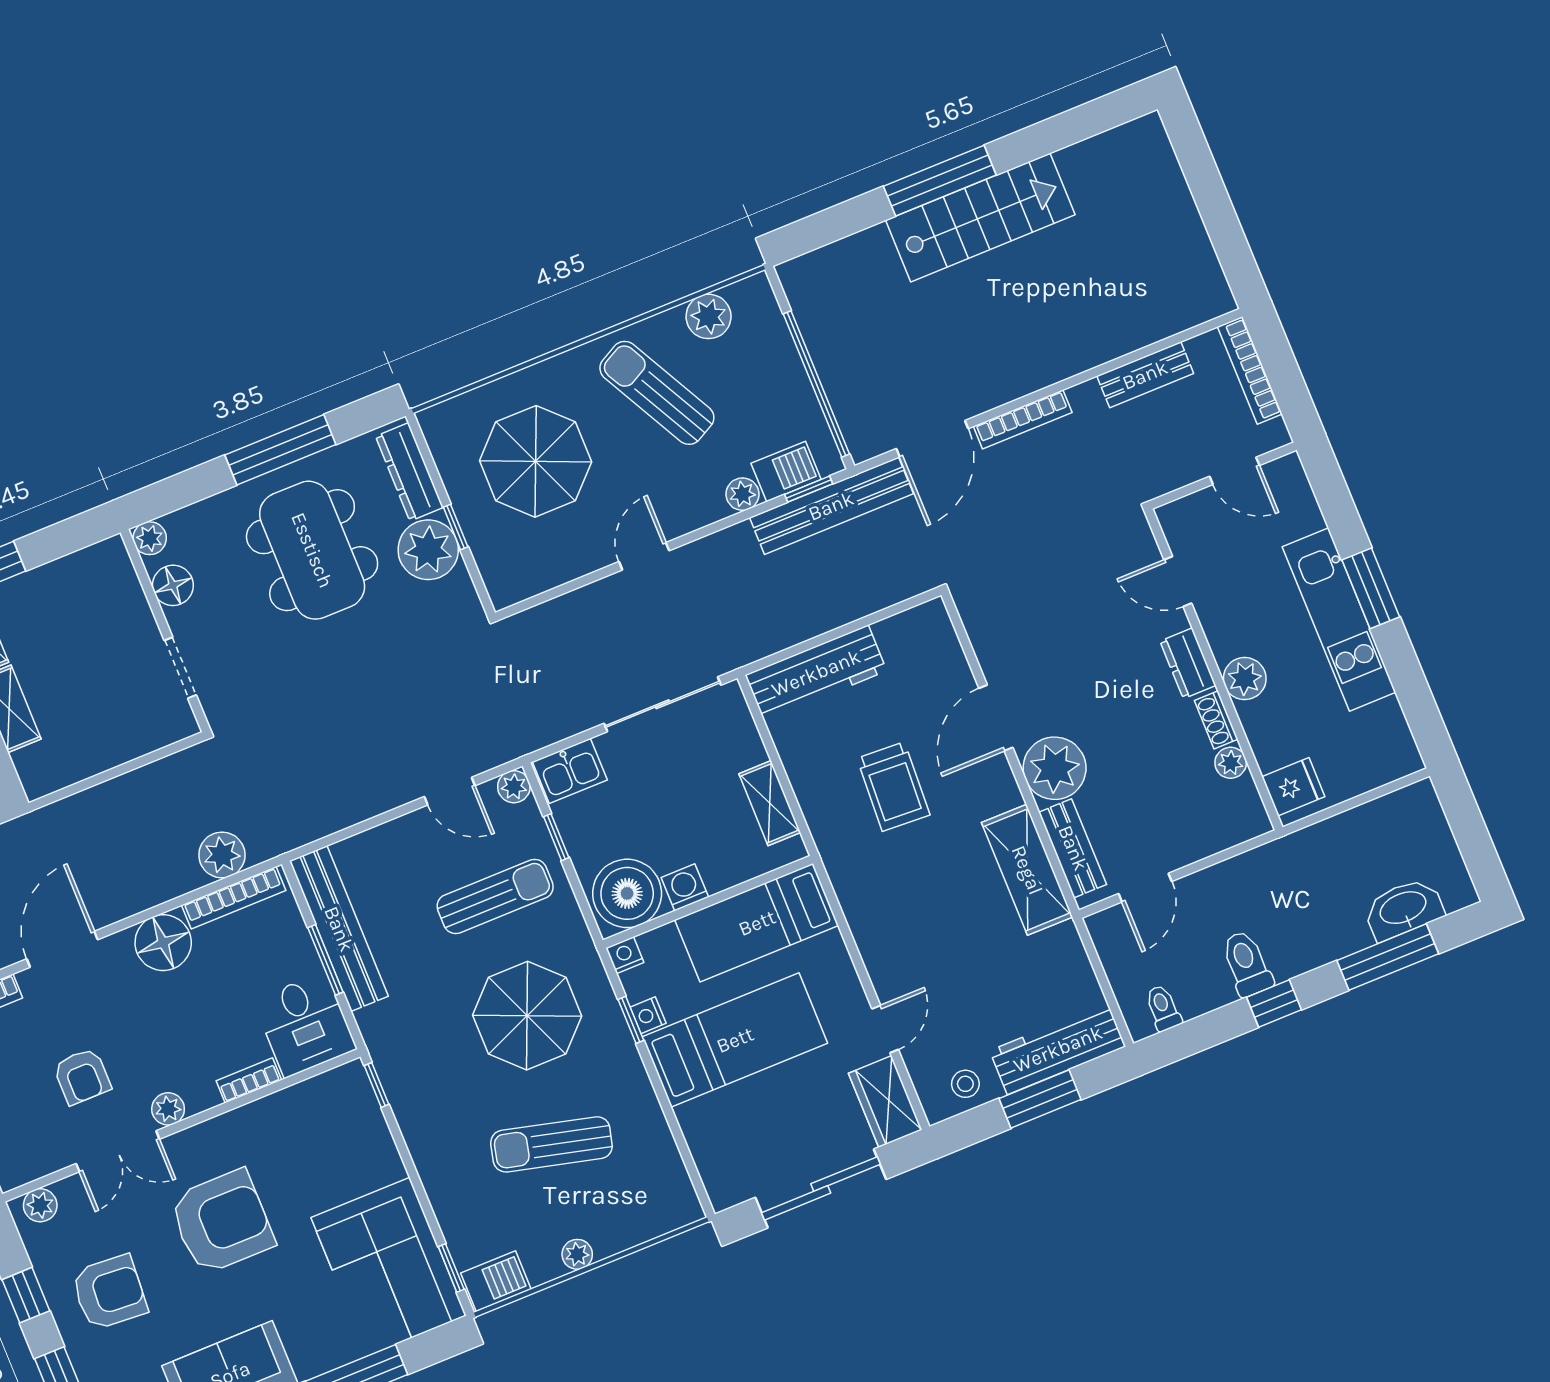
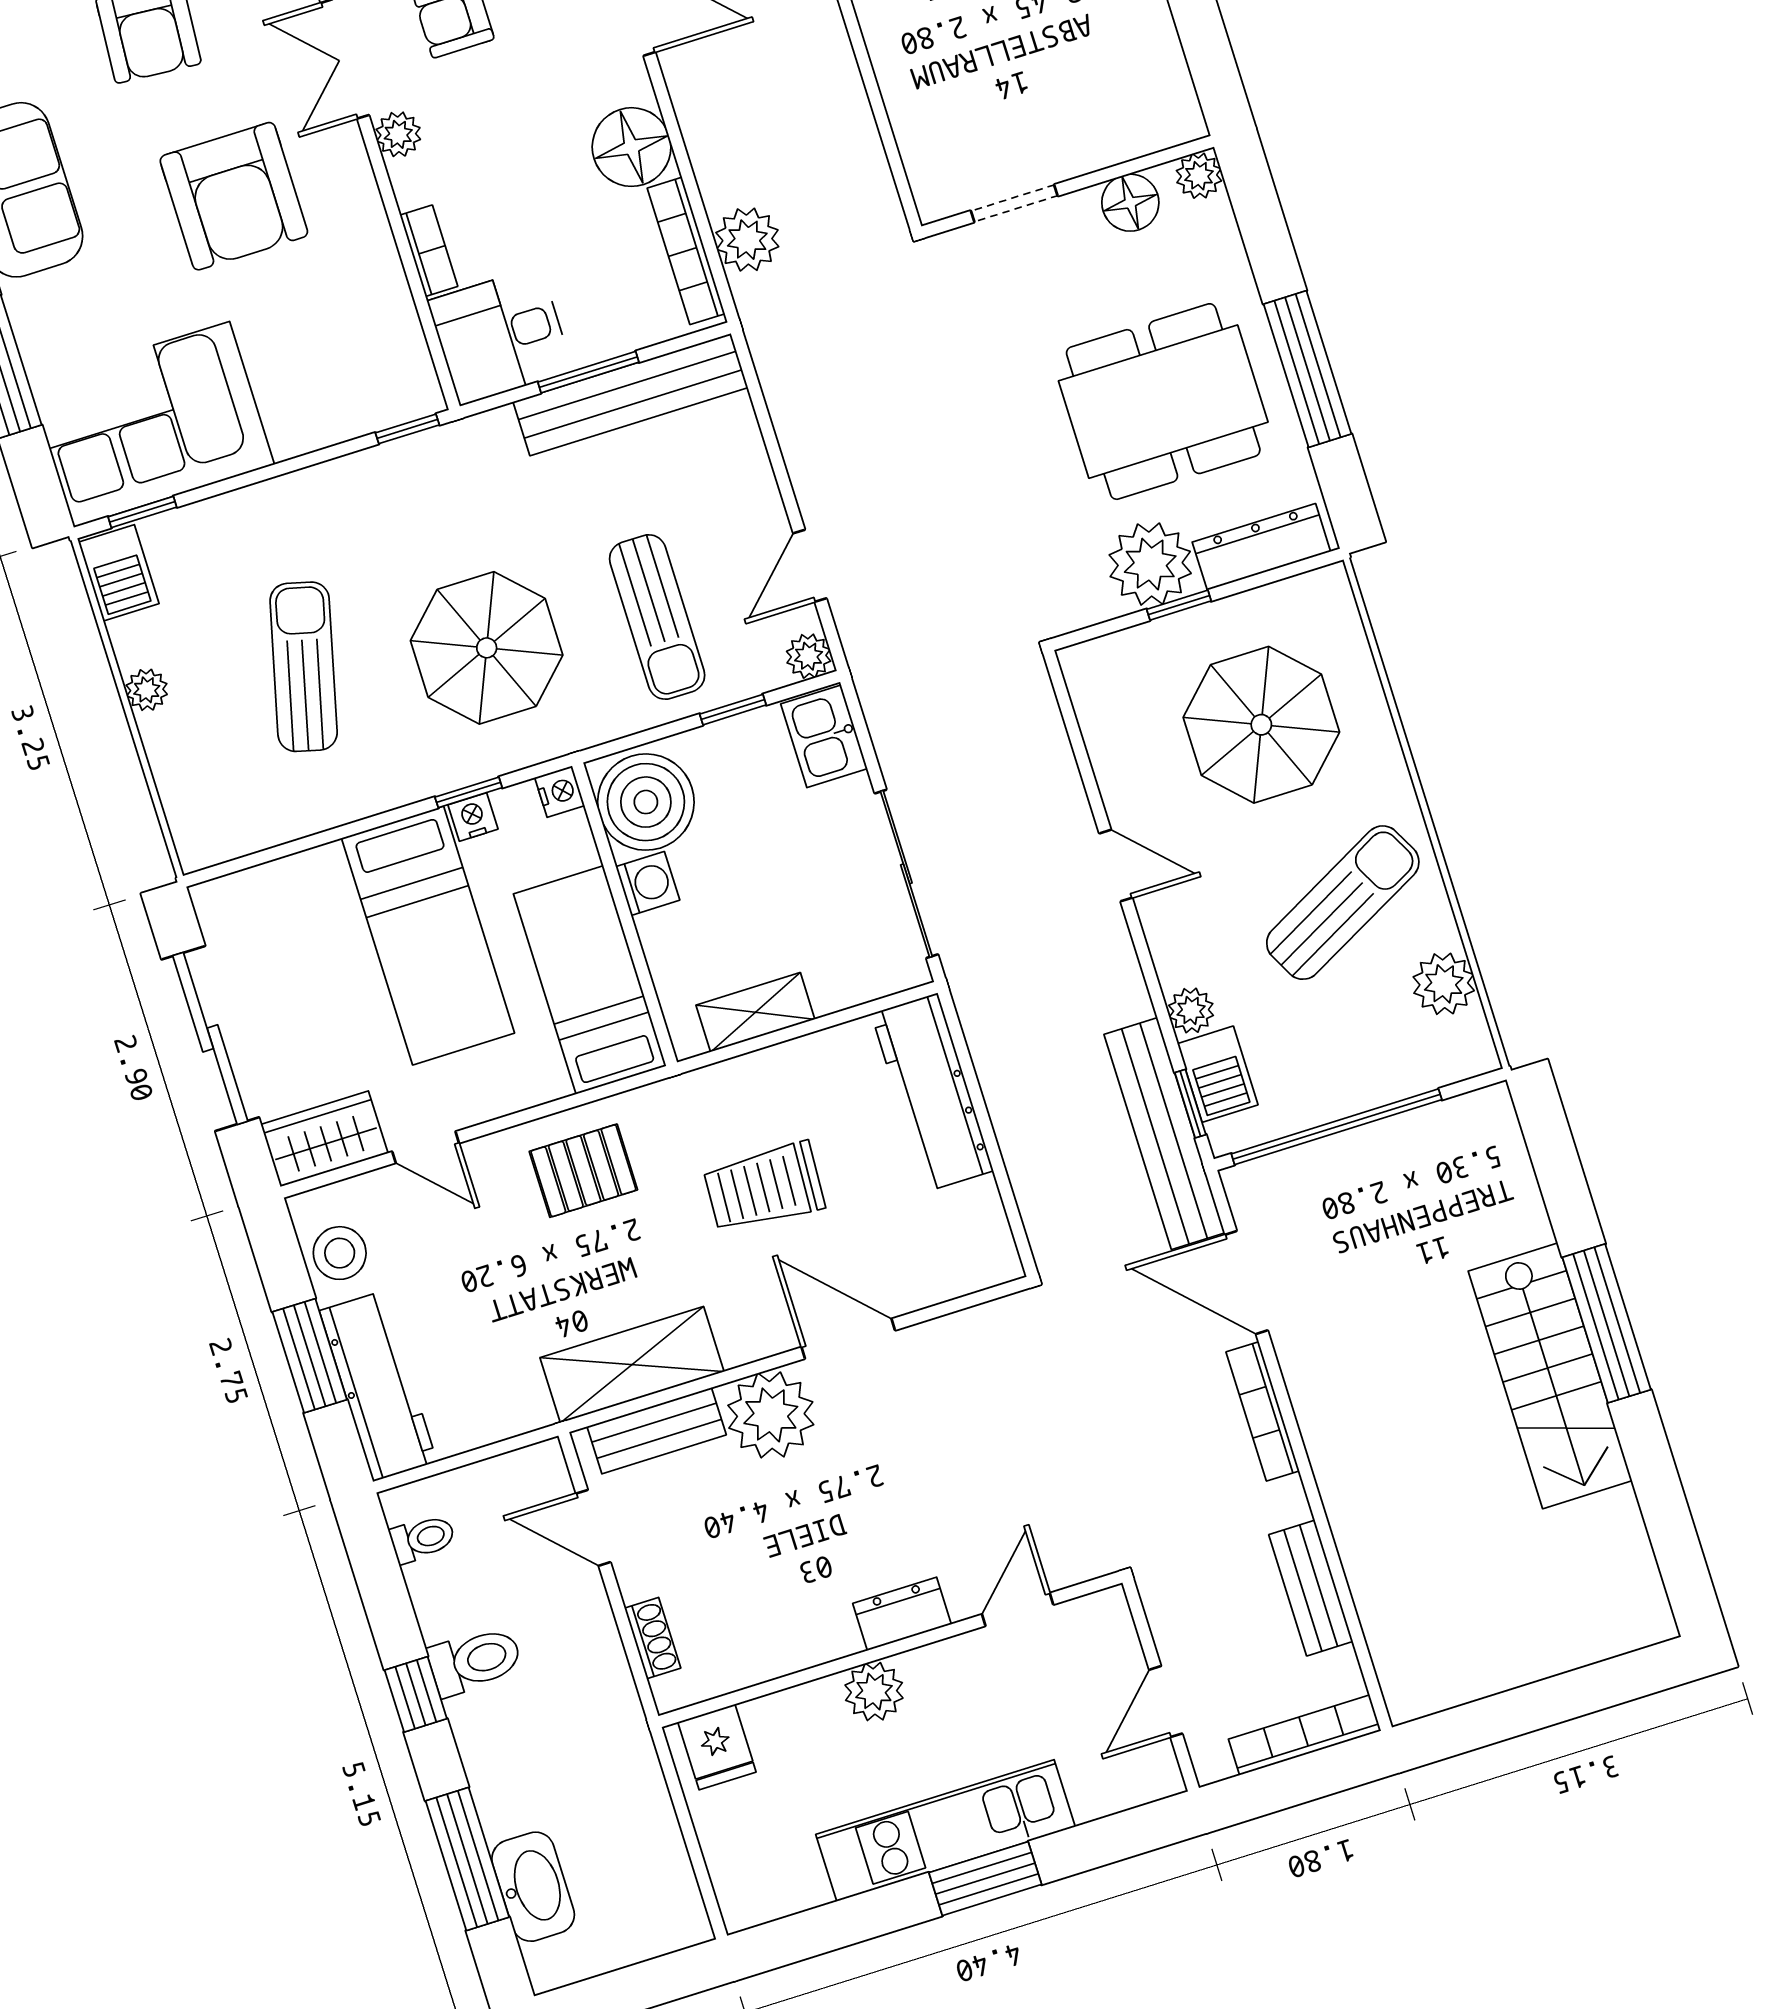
shoe rack: (1216, 720) -> (653, 1638), moved, turned 90
plant: (1231, 763) -> (758, 1662), removed
pallet: (892, 916) -> (583, 1171), added
stool: (965, 1084) -> (340, 1253), width x1.37, depth x1.37

